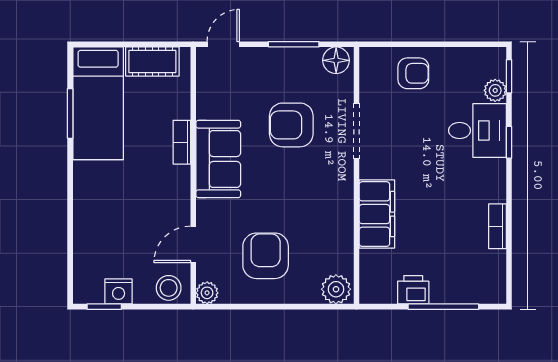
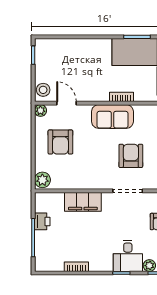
armchair: (266, 256) -> (60, 142), turned 90
nightstand: (119, 291) -> (41, 63), removed

